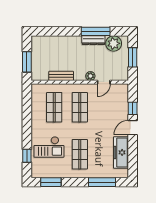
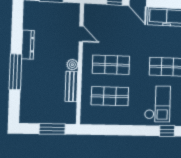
window: (96, 31) -> (15, 72), moved
plant: (114, 43) -> (33, 19), removed
plant: (90, 76) -> (72, 65), moved

